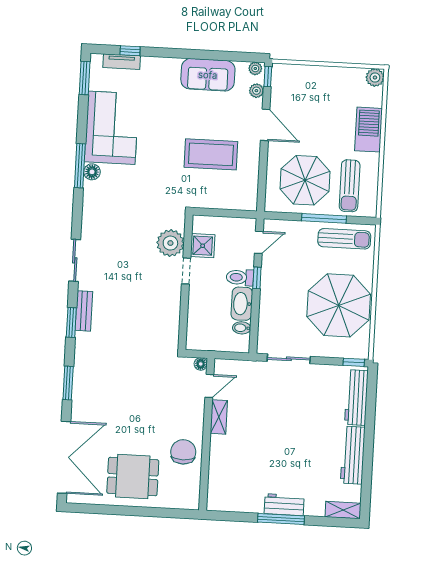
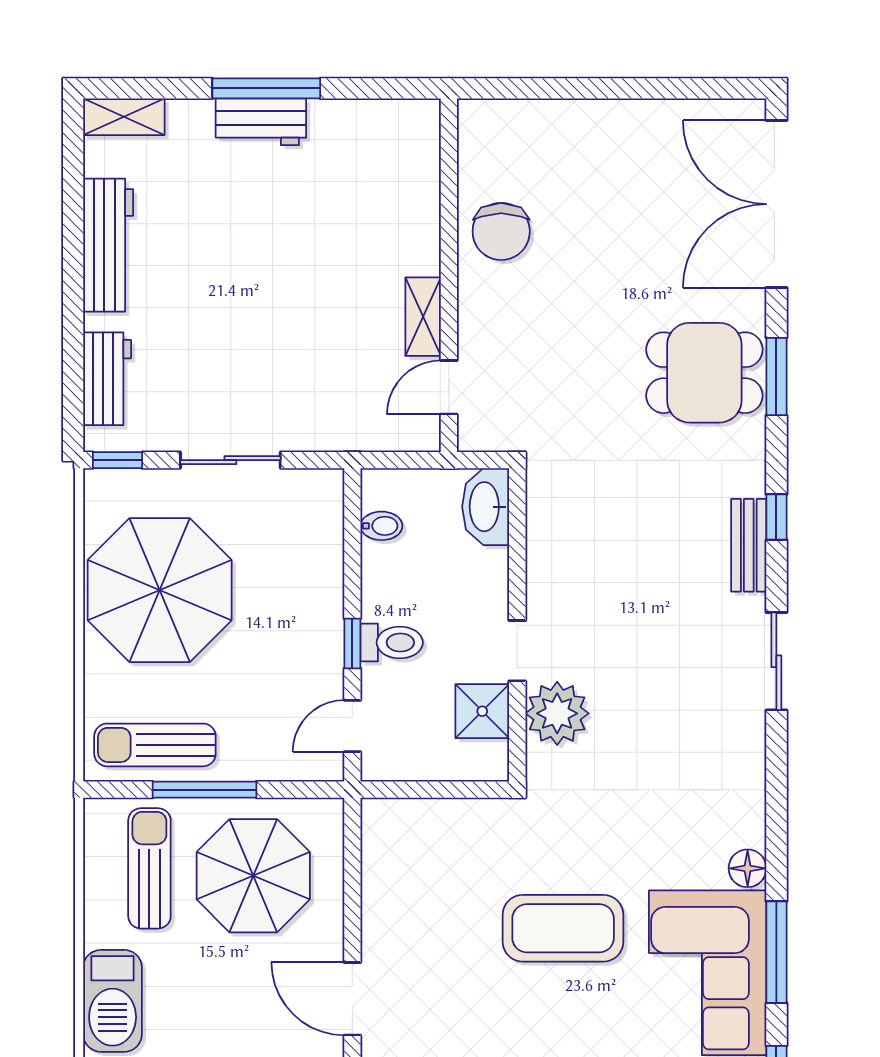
coffee table: (211, 154) -> (563, 928), moved
window: (80, 166) -> (776, 952), moved
washbasin: (242, 304) -> (486, 507), moved, turned 180
window: (71, 322) -> (776, 517), width x0.67
sliding door: (289, 359) -> (230, 460), moved
floor lamp: (201, 364) -> (472, 437), removed
workbench: (356, 398) -> (107, 379), width x0.73
dining table: (133, 477) -> (704, 373), moved

